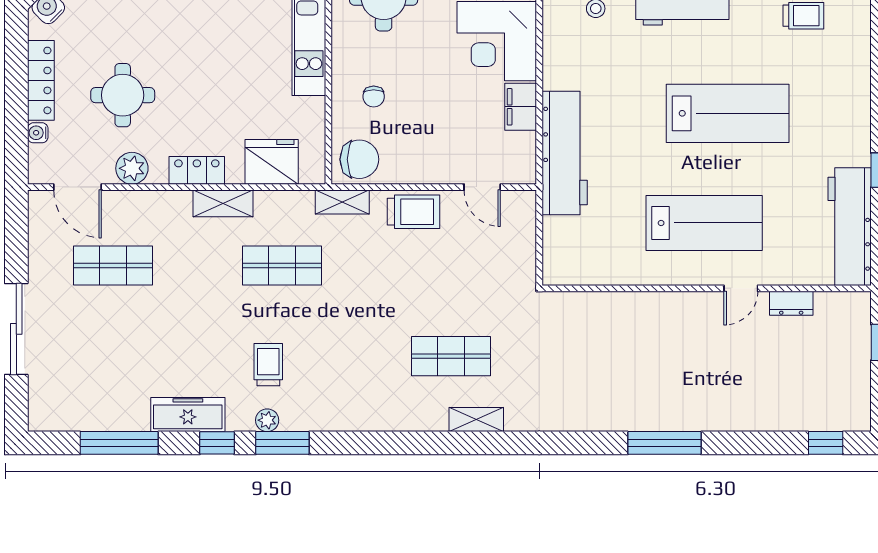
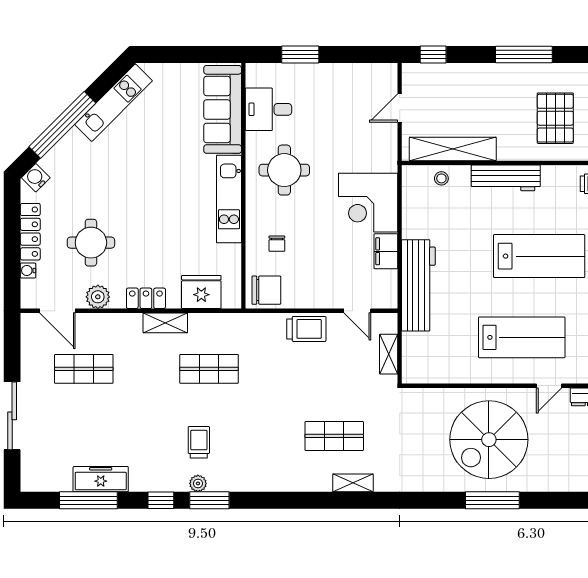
shelving: (342, 202) -> (389, 354), moved, turned 90
spiral stairs: (660, 361) -> (489, 440), added
freezer: (188, 414) -> (101, 479), moved

